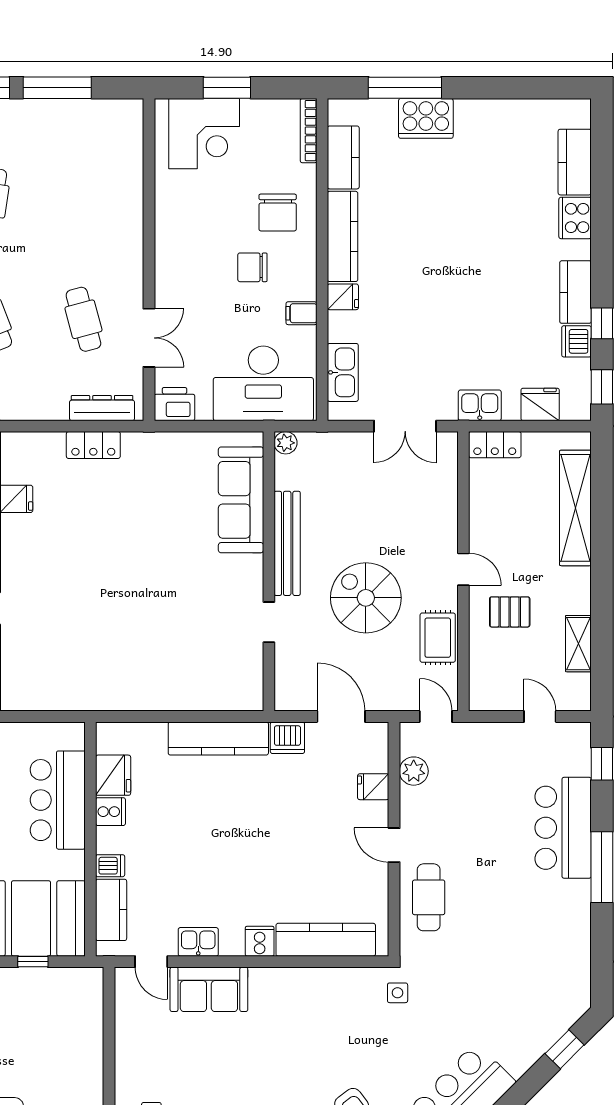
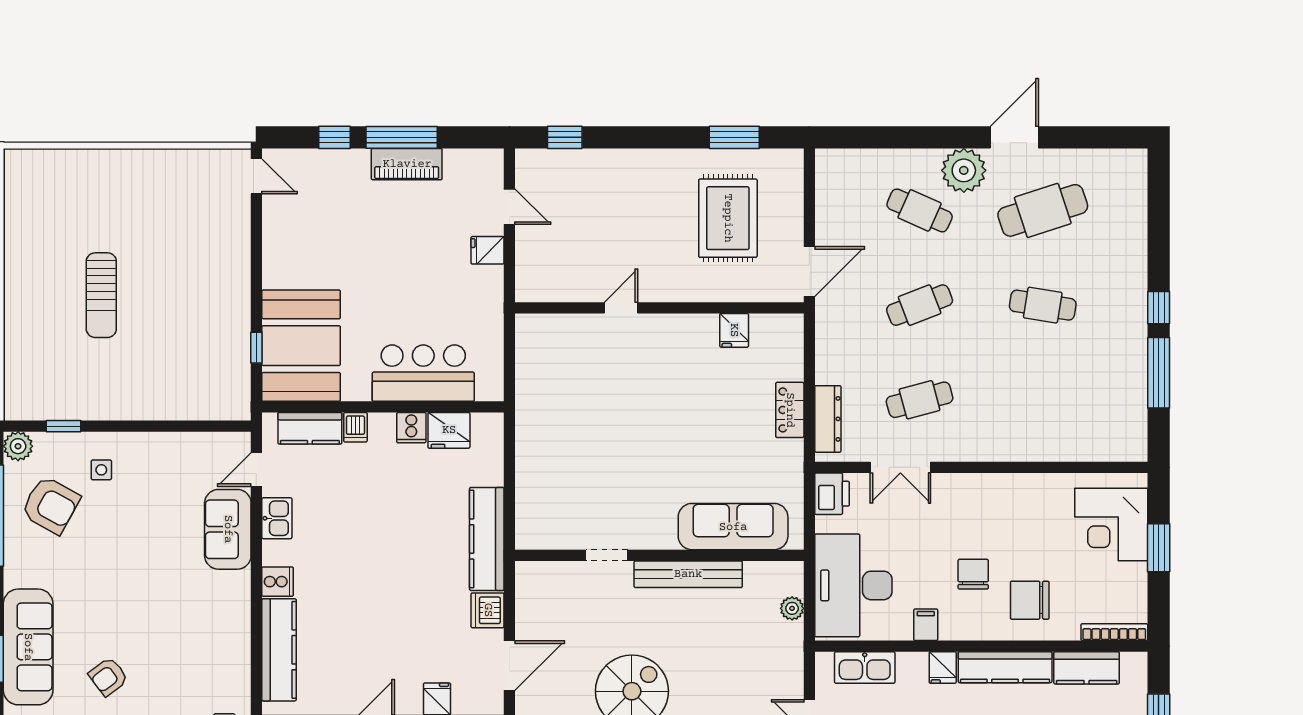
sofa: (241, 500) -> (733, 527), moved
bench: (287, 543) -> (688, 574), moved
wall: (269, 571) -> (659, 555), moved
doorway: (269, 622) -> (607, 555), moved

